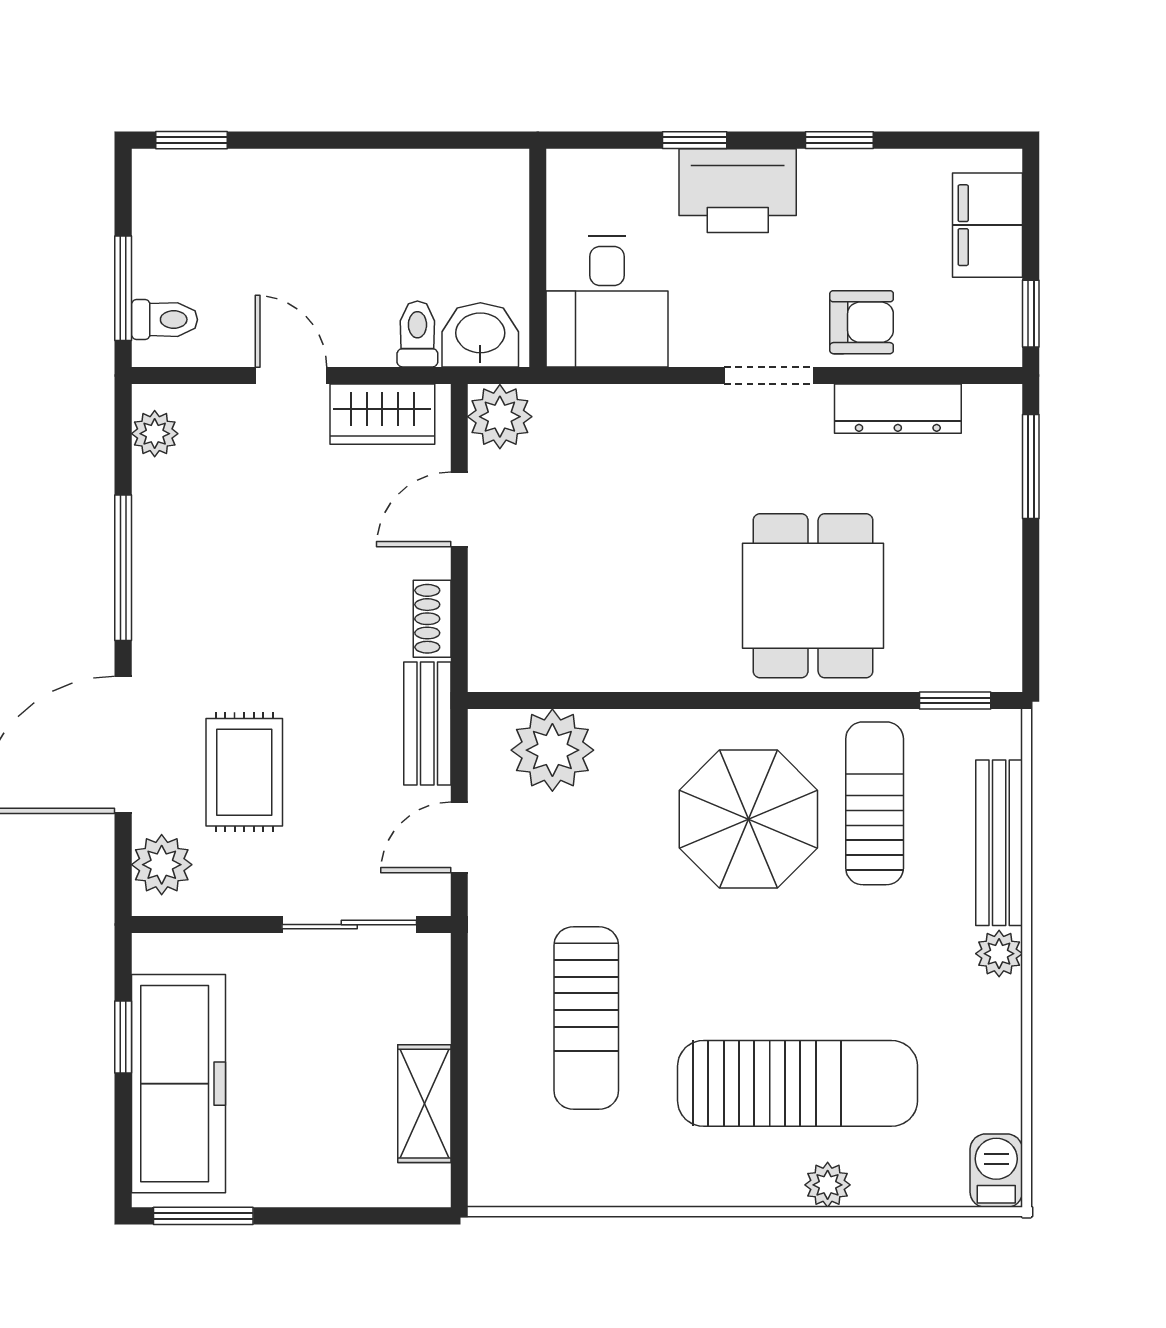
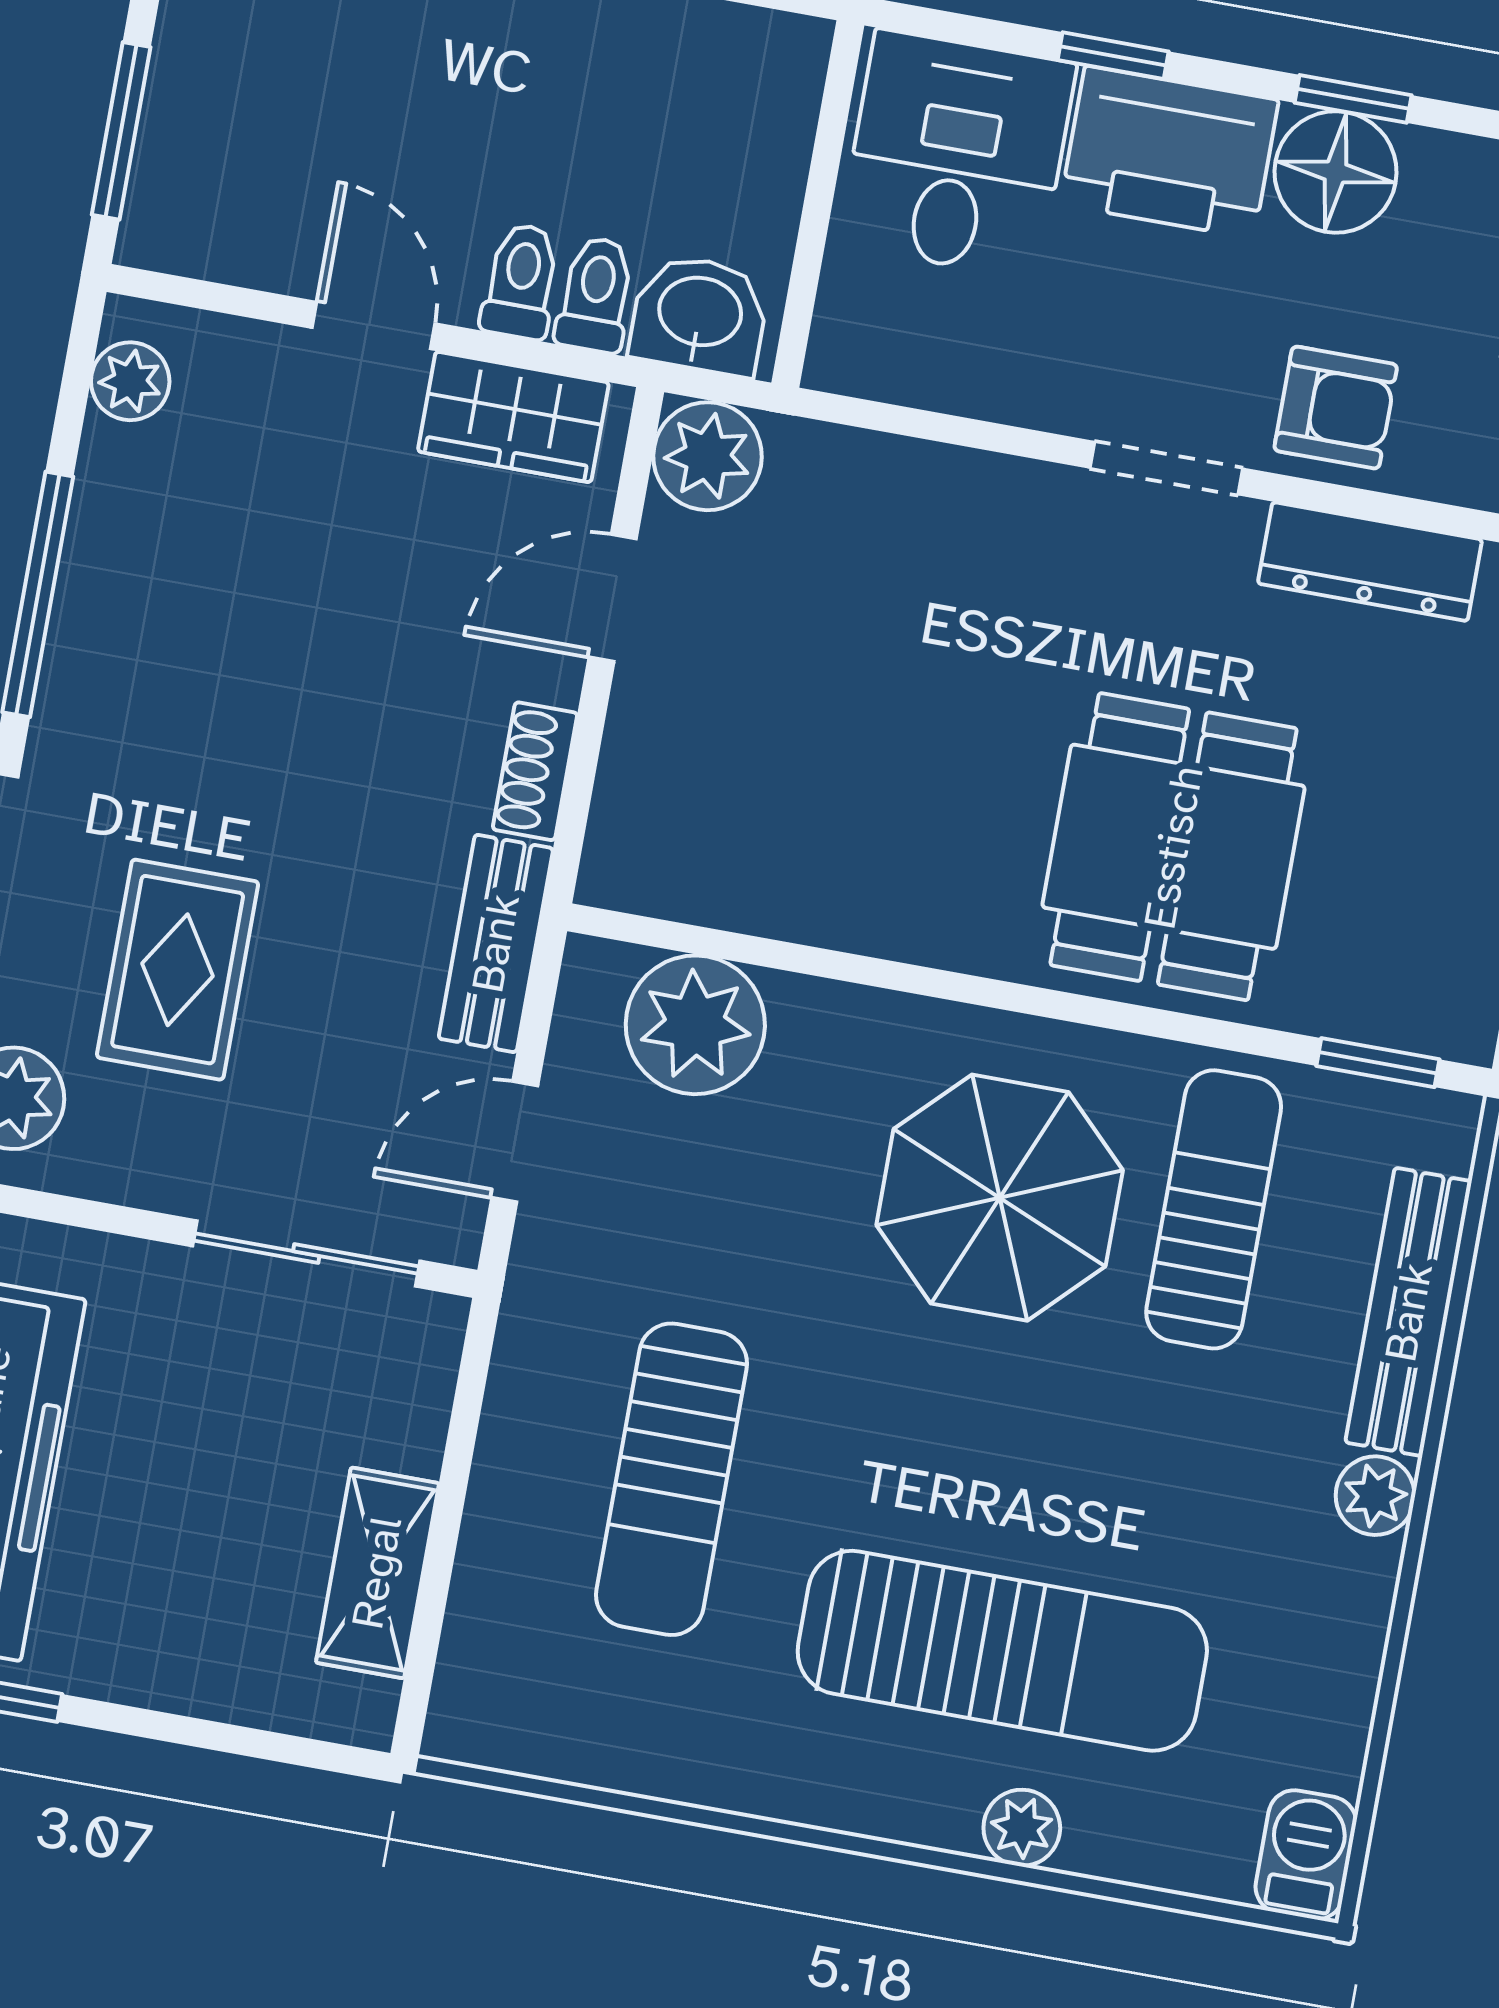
floor lamp: (837, 185) -> (1336, 172), added
desk: (607, 301) -> (957, 154), moved, turned 180
toilet: (164, 320) -> (521, 281), moved, turned -90

